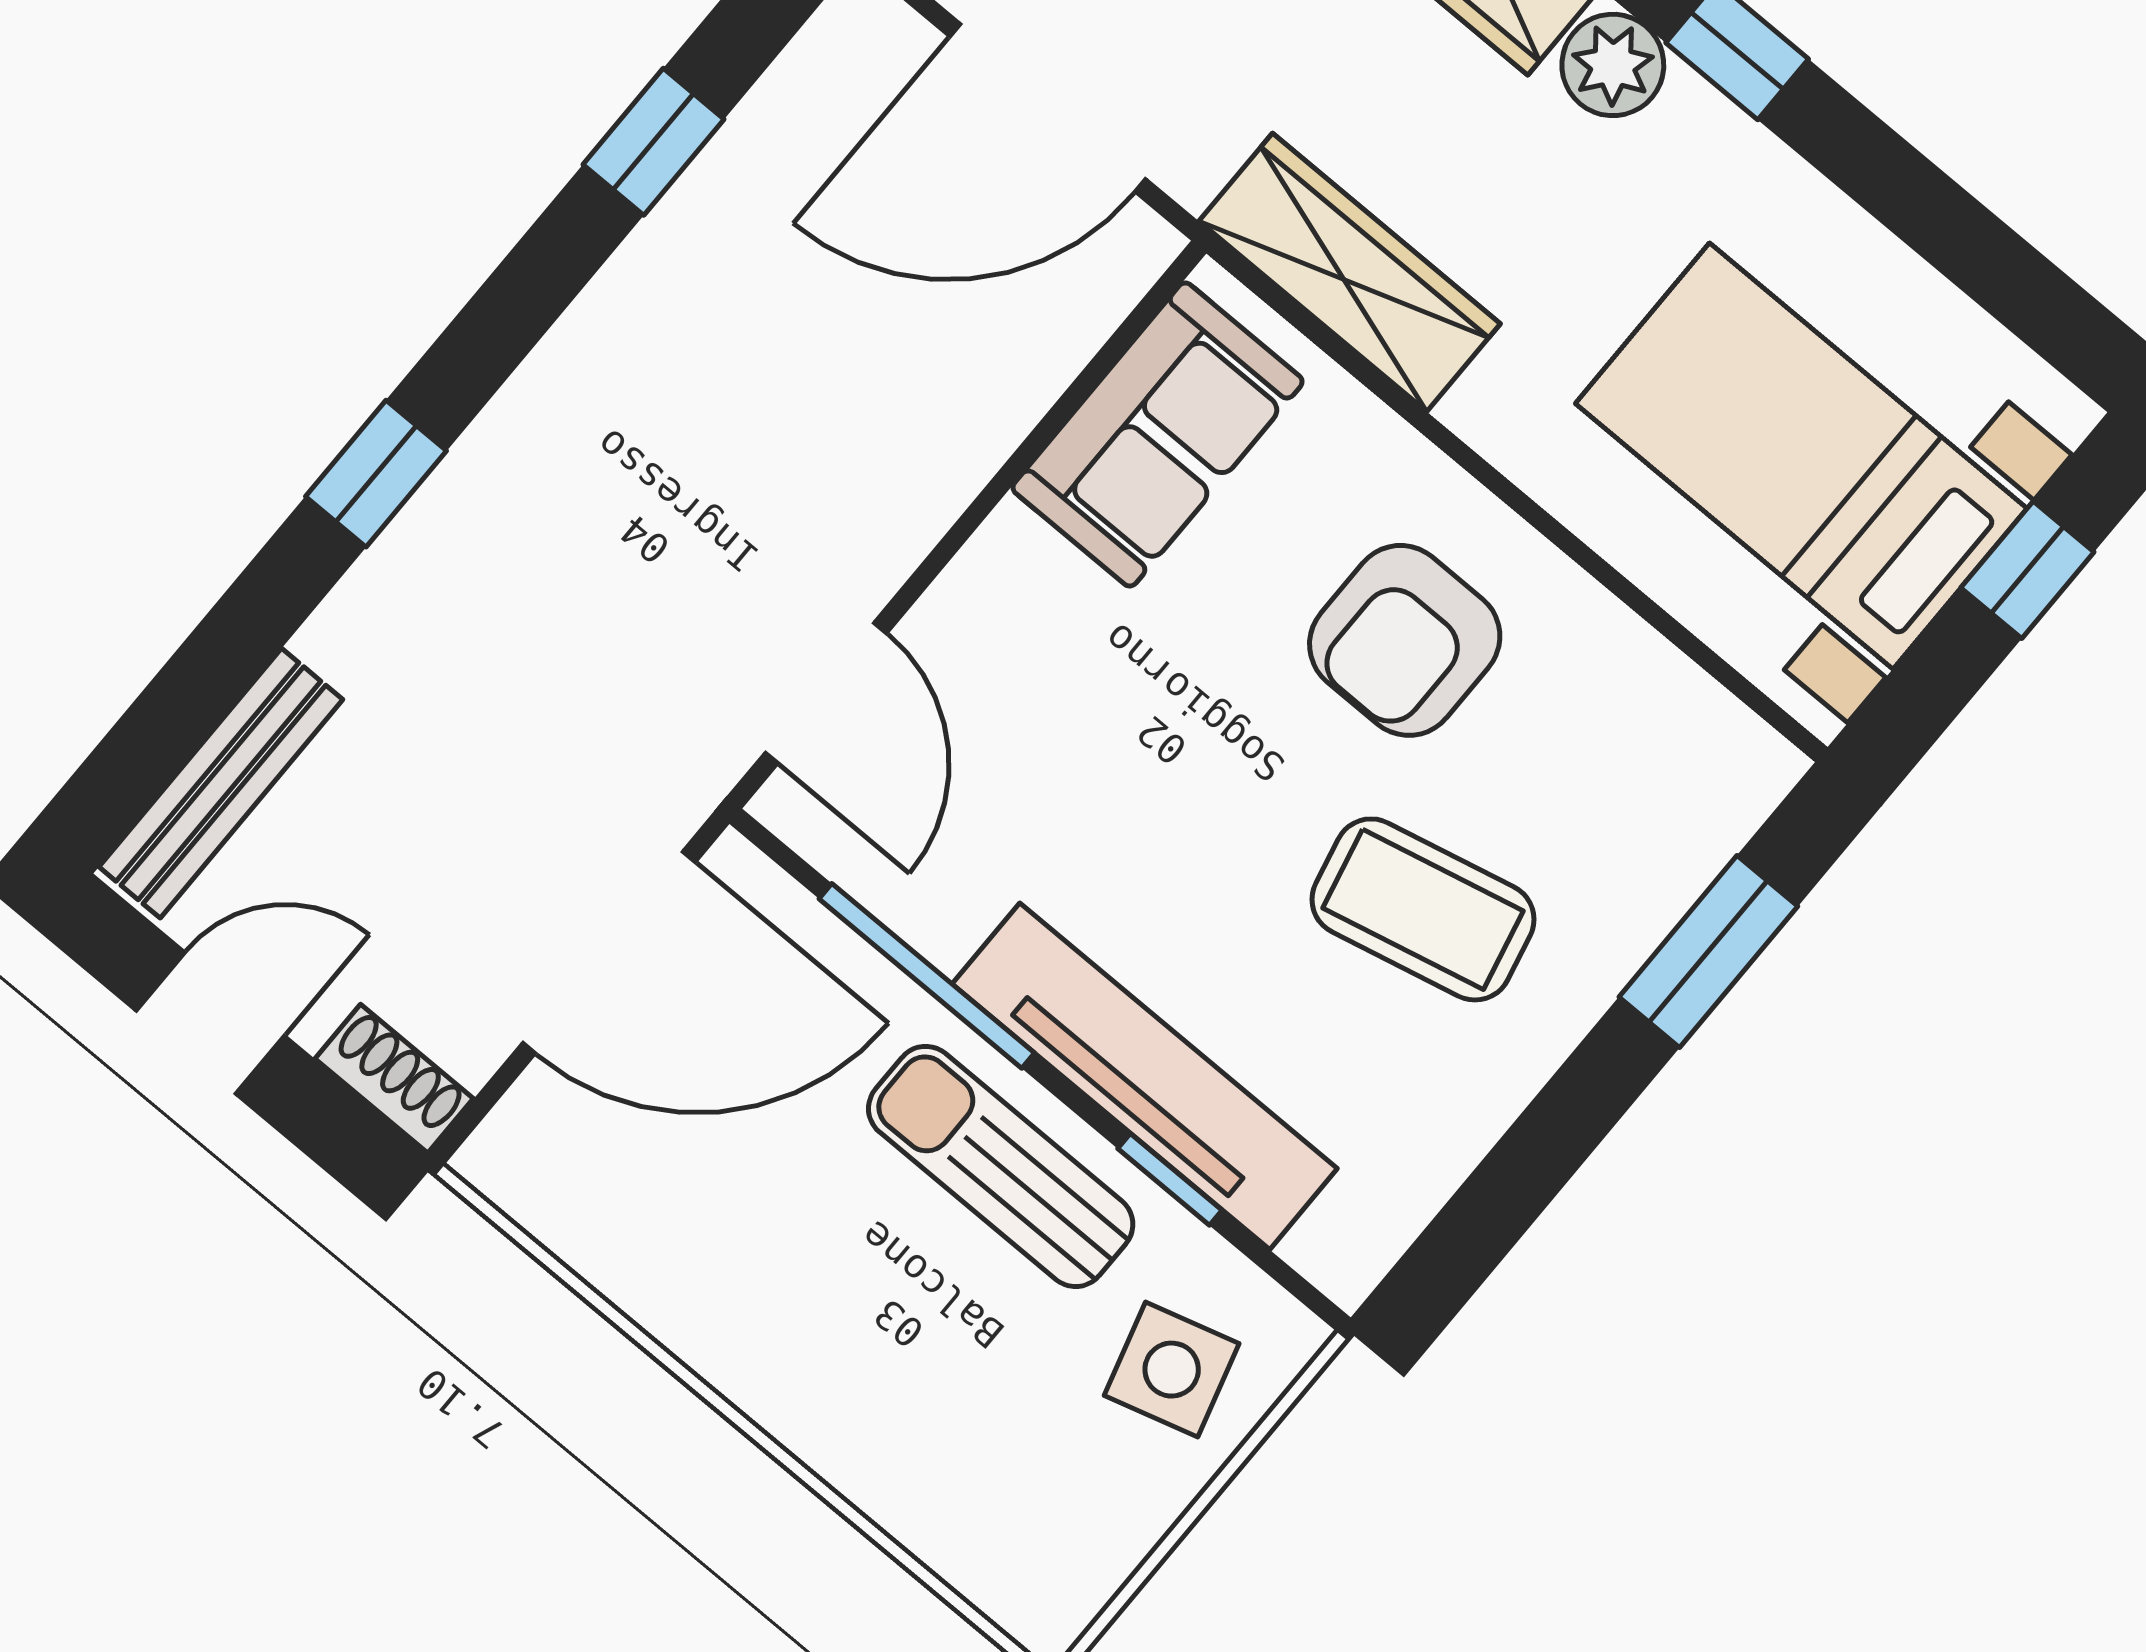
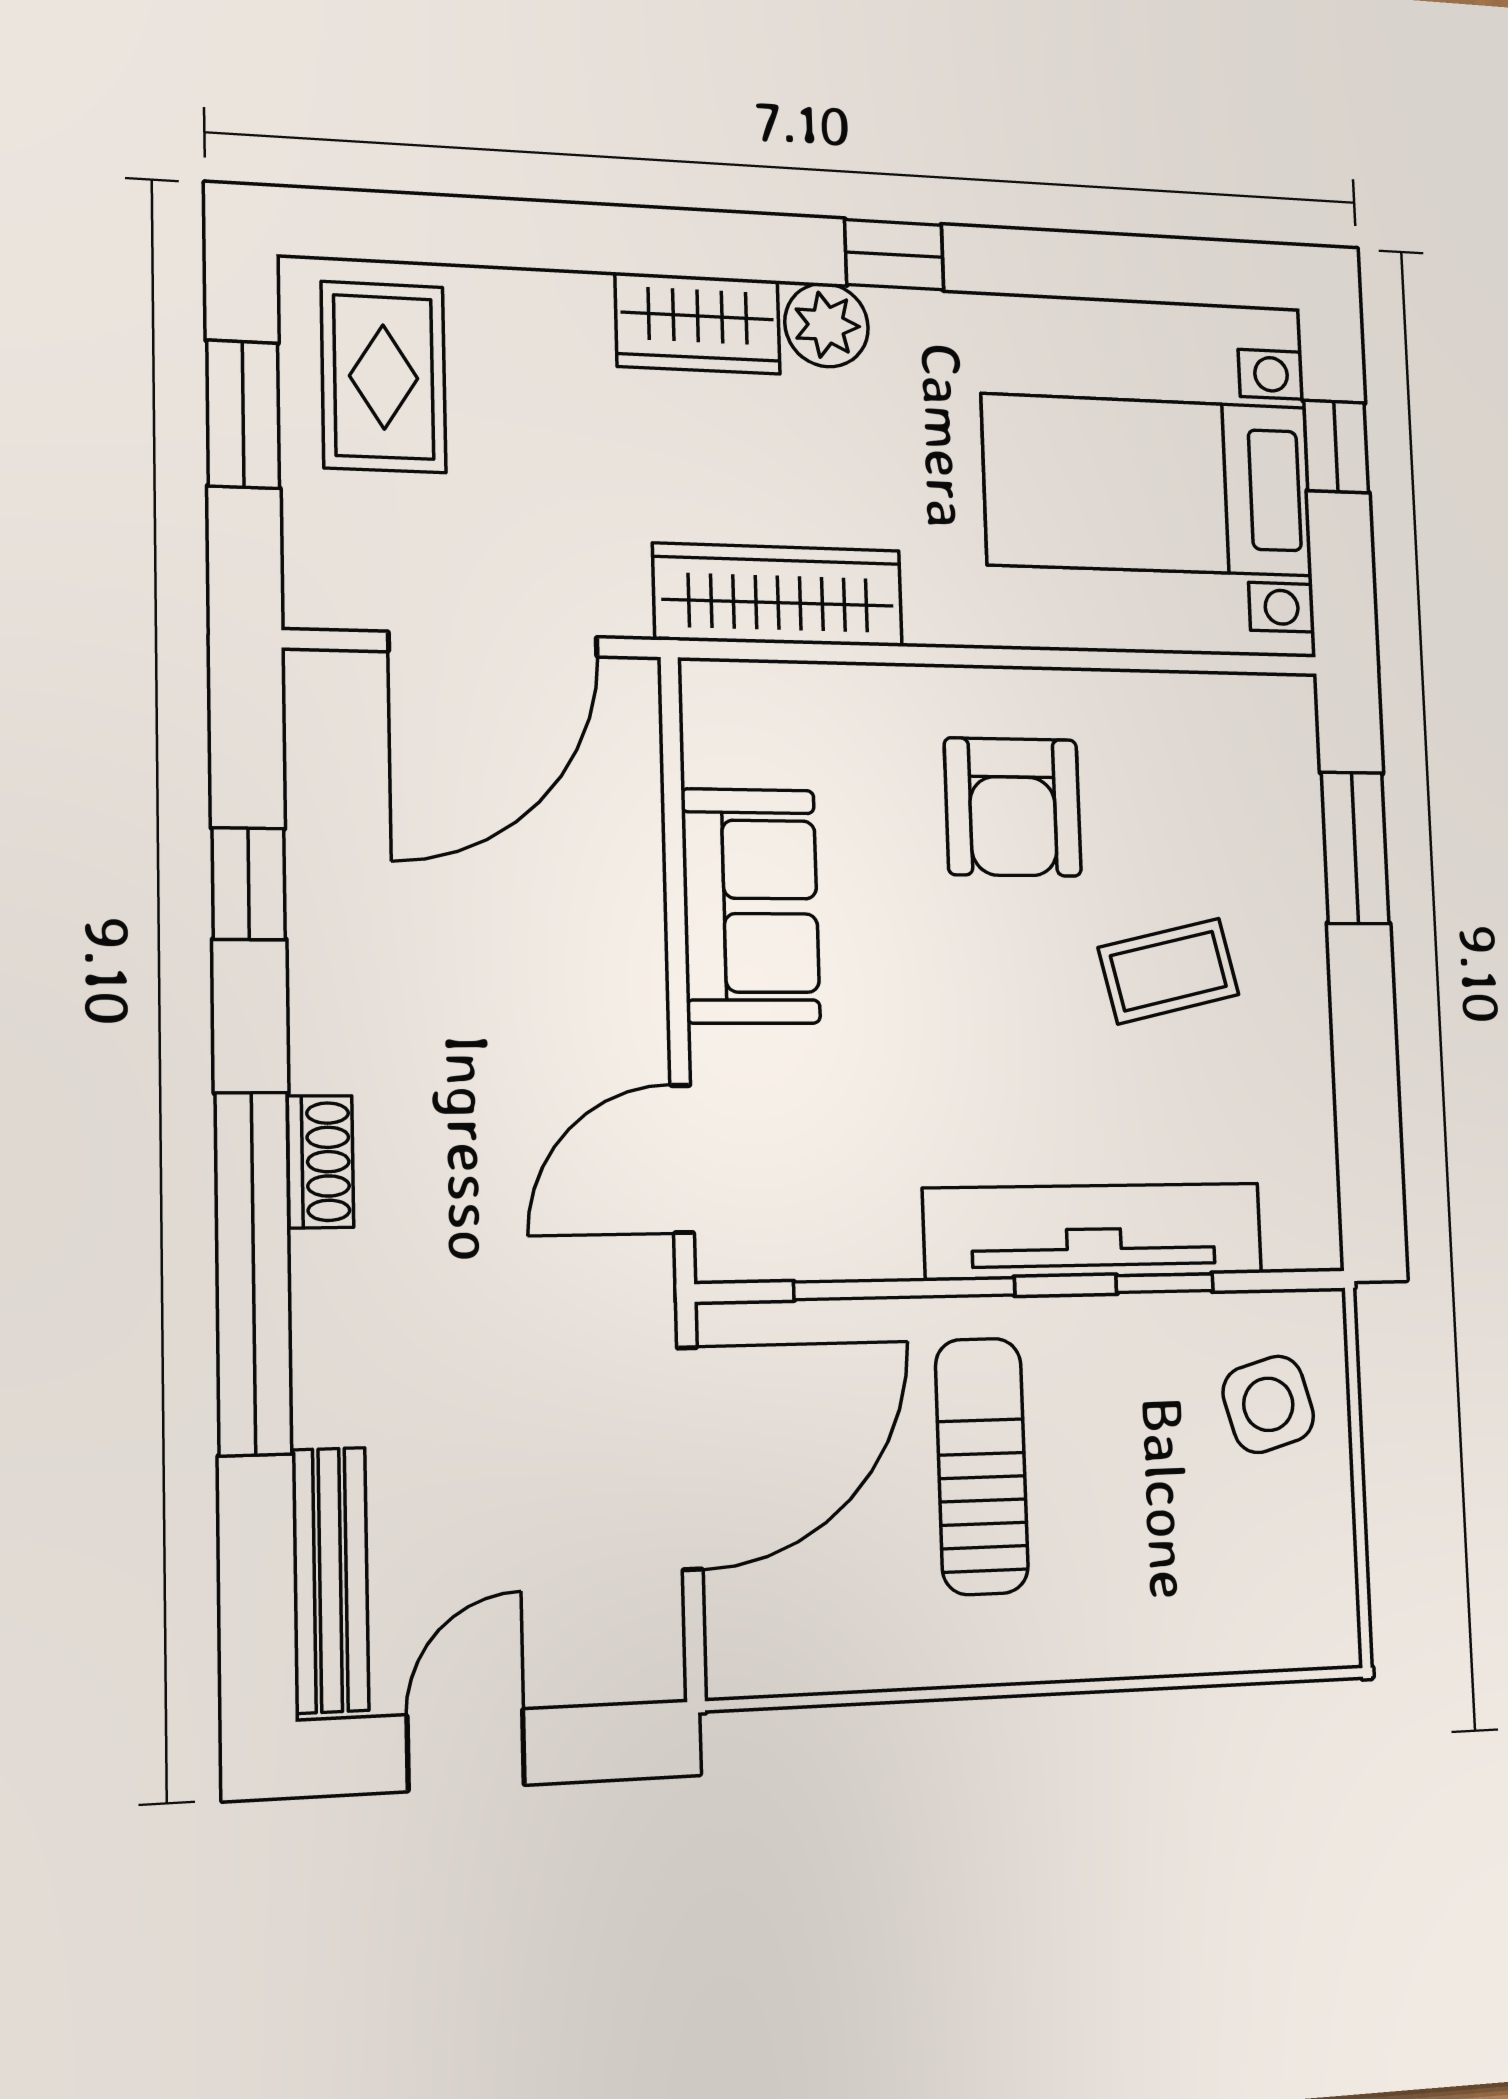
sofa: (1158, 435) -> (751, 906), moved
window: (376, 474) -> (253, 1273), width x3.17
door: (826, 693) -> (682, 1159), swing flipped
coffee table: (1423, 909) -> (1169, 971), width x0.73, depth x0.77
shoe rack: (394, 1079) -> (320, 1162), moved, turned 90
sun lounger: (1001, 1166) -> (982, 1466), moved, turned 90

